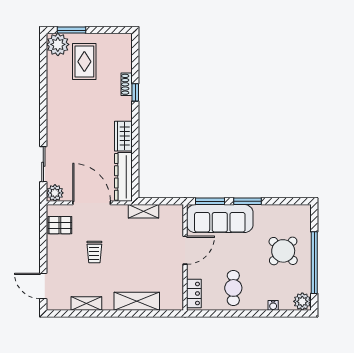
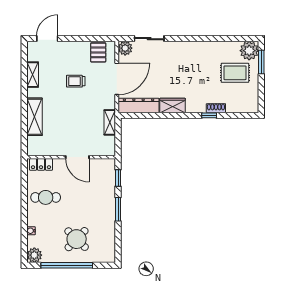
window: (210, 201) -> (118, 178), width x0.67
sofa: (220, 219) -> (104, 186), removed

